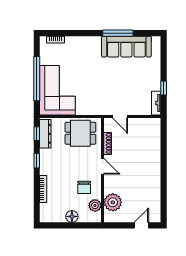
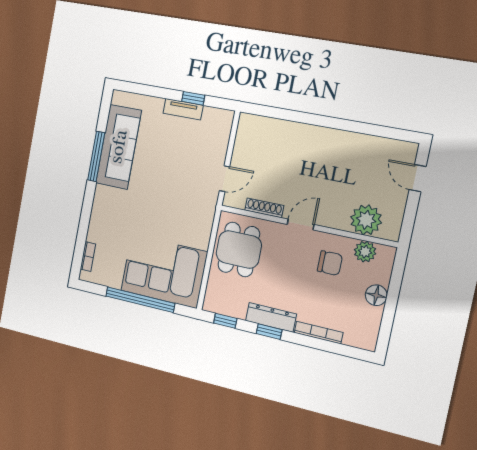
tv unit: (156, 103) -> (183, 109), moved
dresser: (45, 134) -> (271, 317), moved

